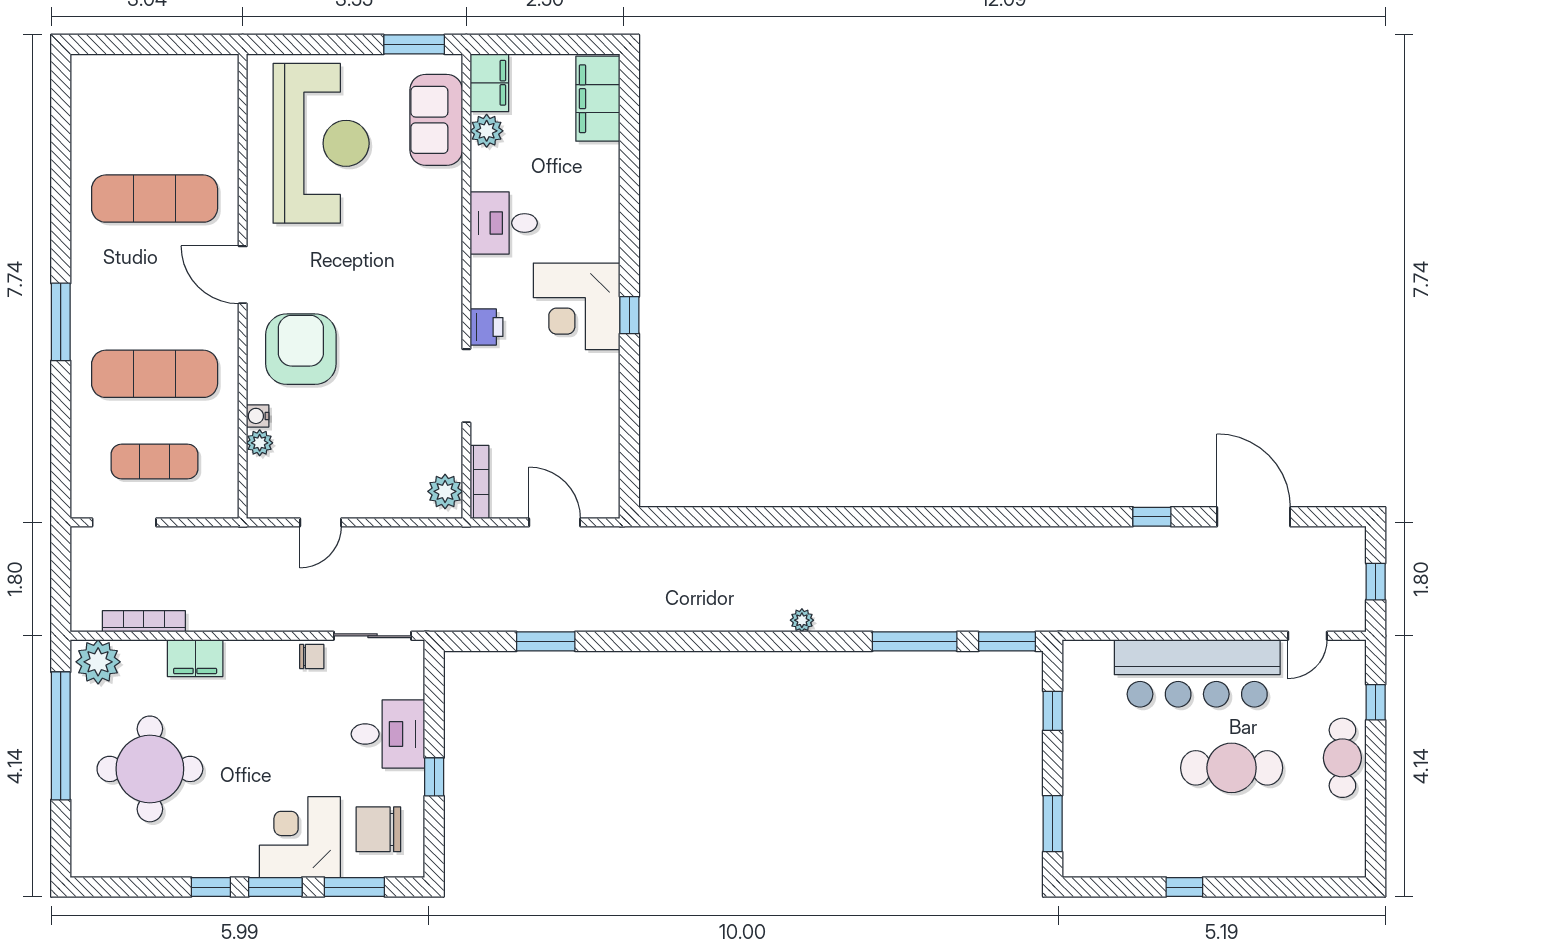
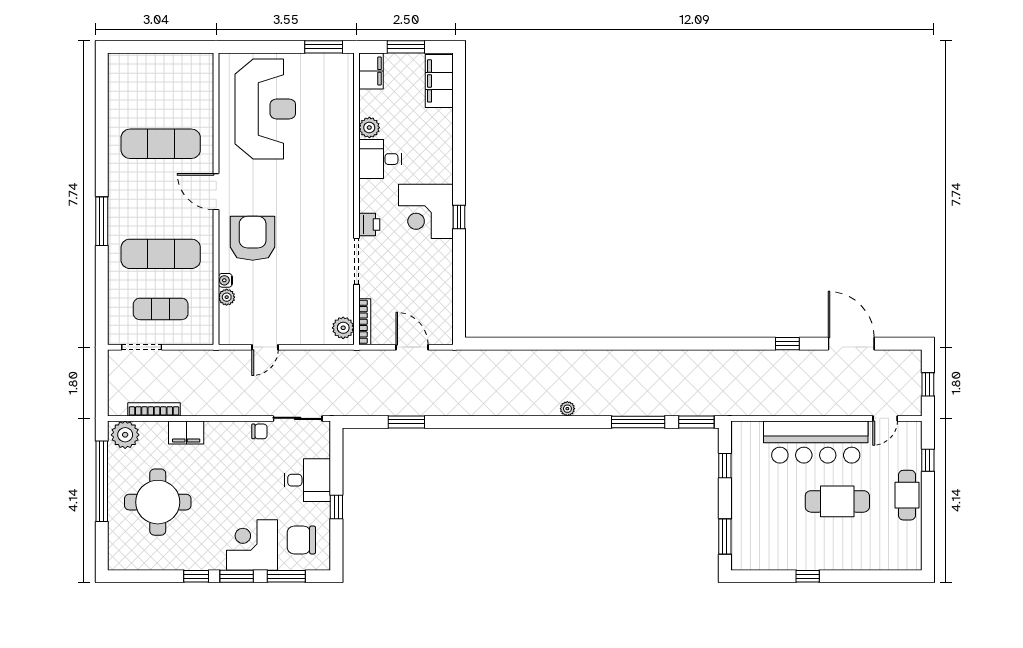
window: (545, 44) -> (406, 47), added
sofa: (436, 120) -> (338, 94), removed
plant: (487, 131) -> (369, 128), moved

